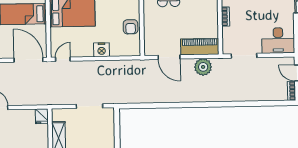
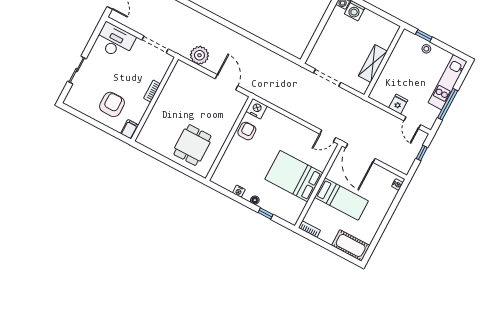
piano: (200, 47) -> (192, 76), removed
nightstand: (102, 50) -> (257, 109), moved
fridge: (42, 116) -> (398, 104), moved

